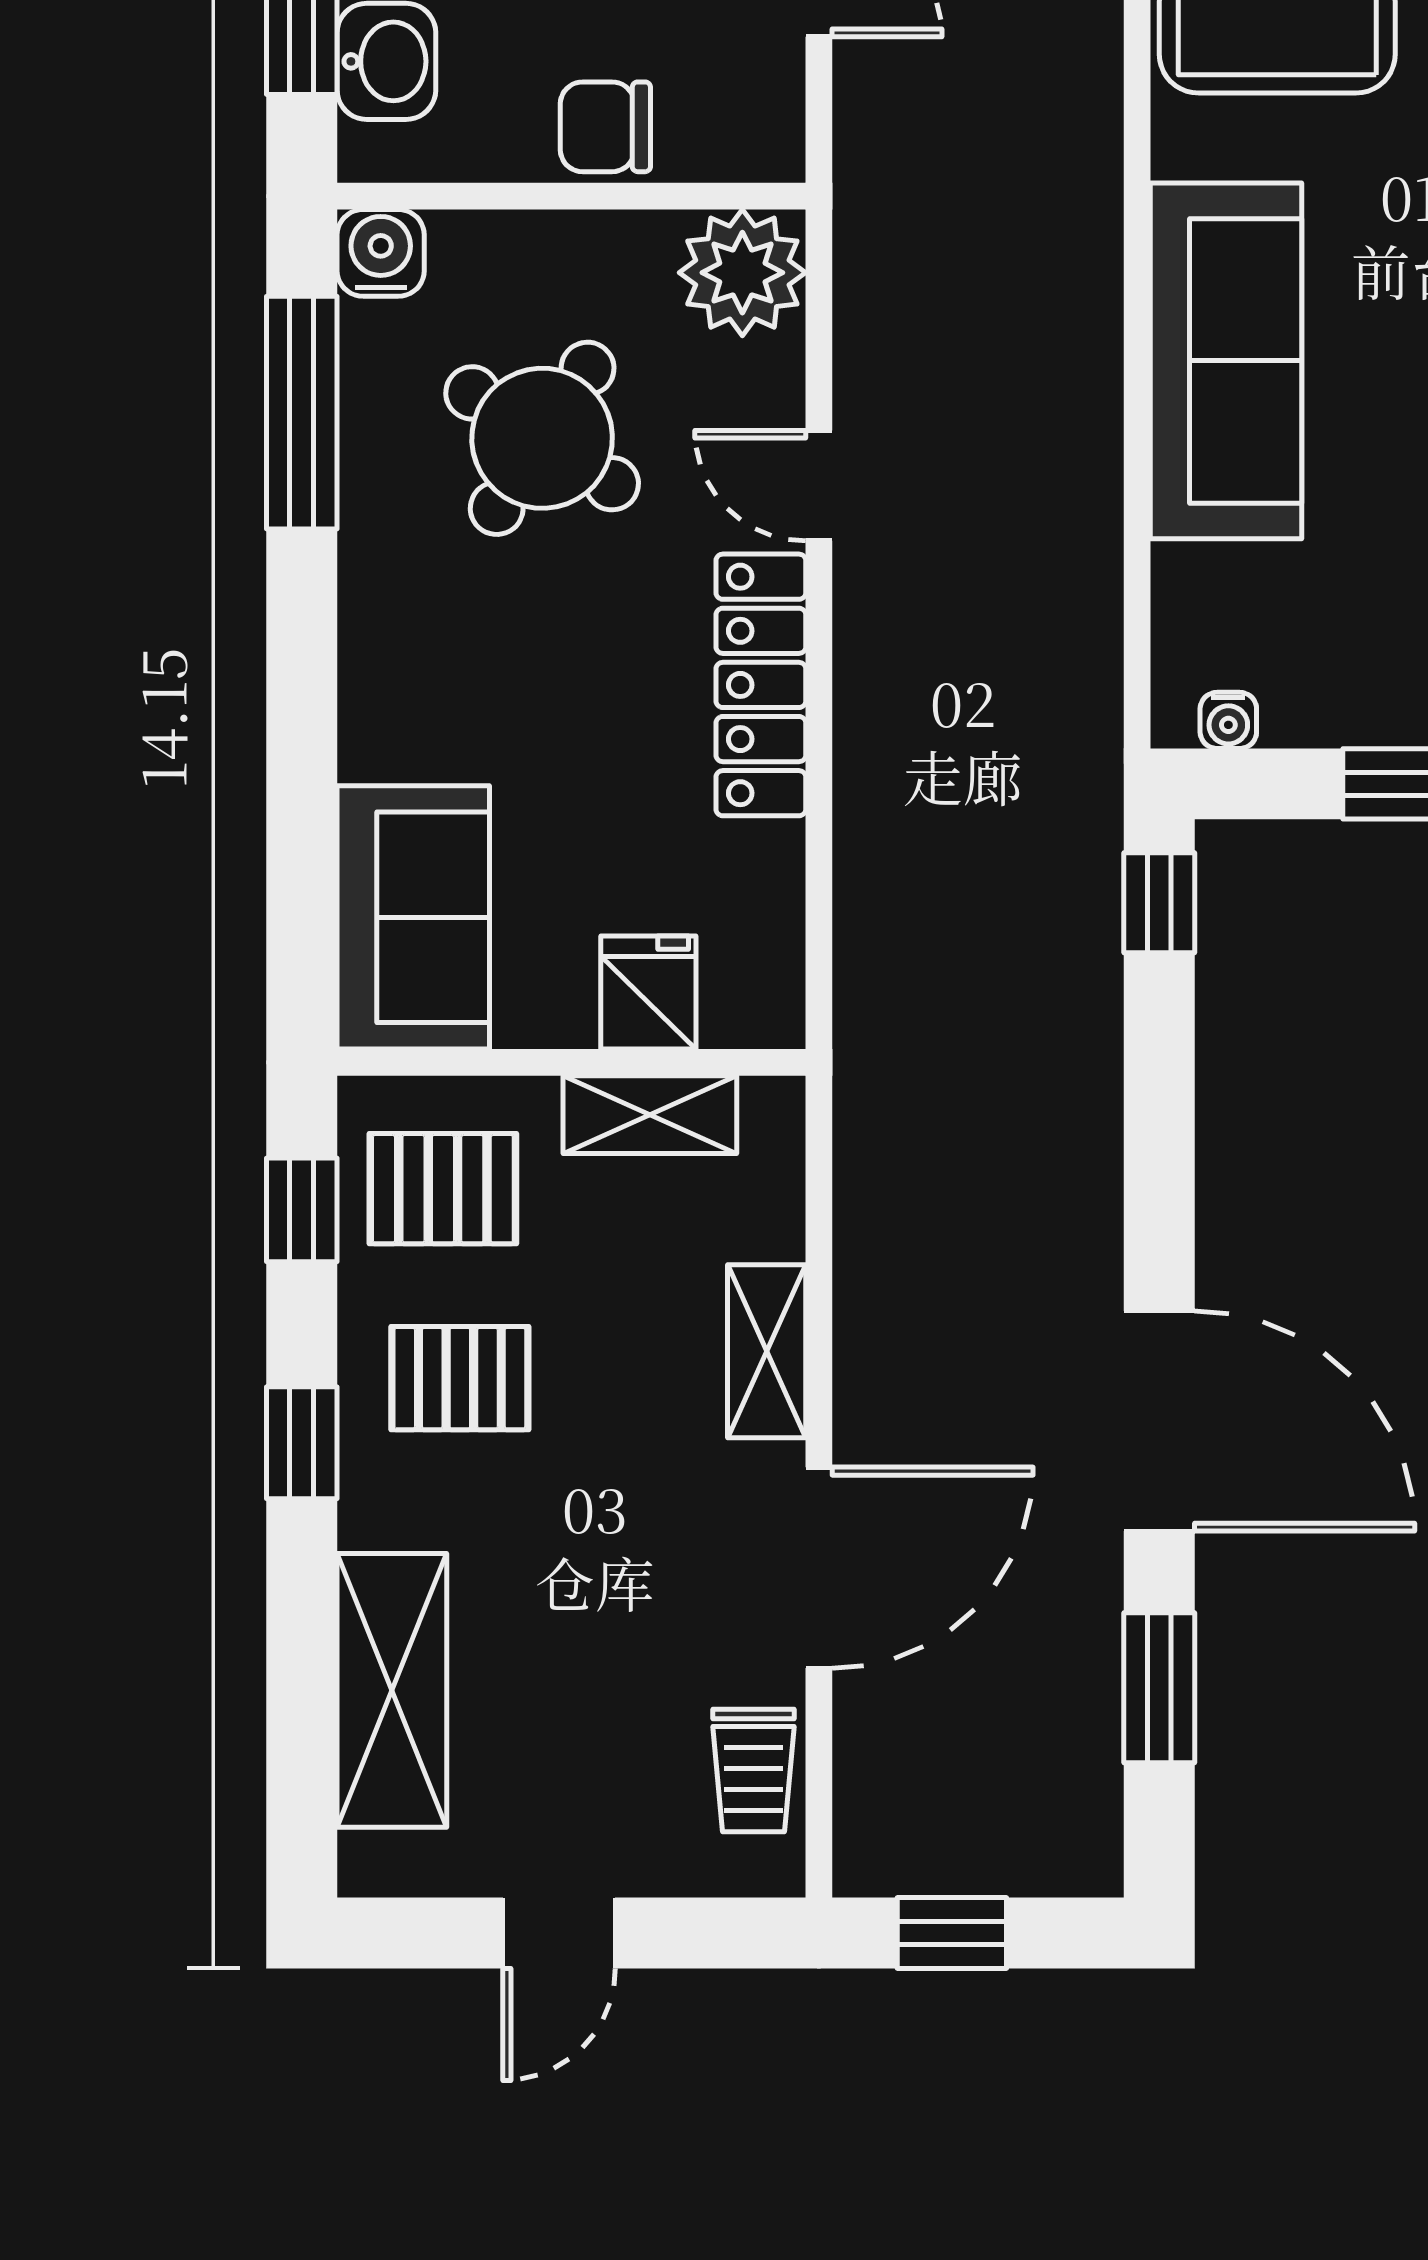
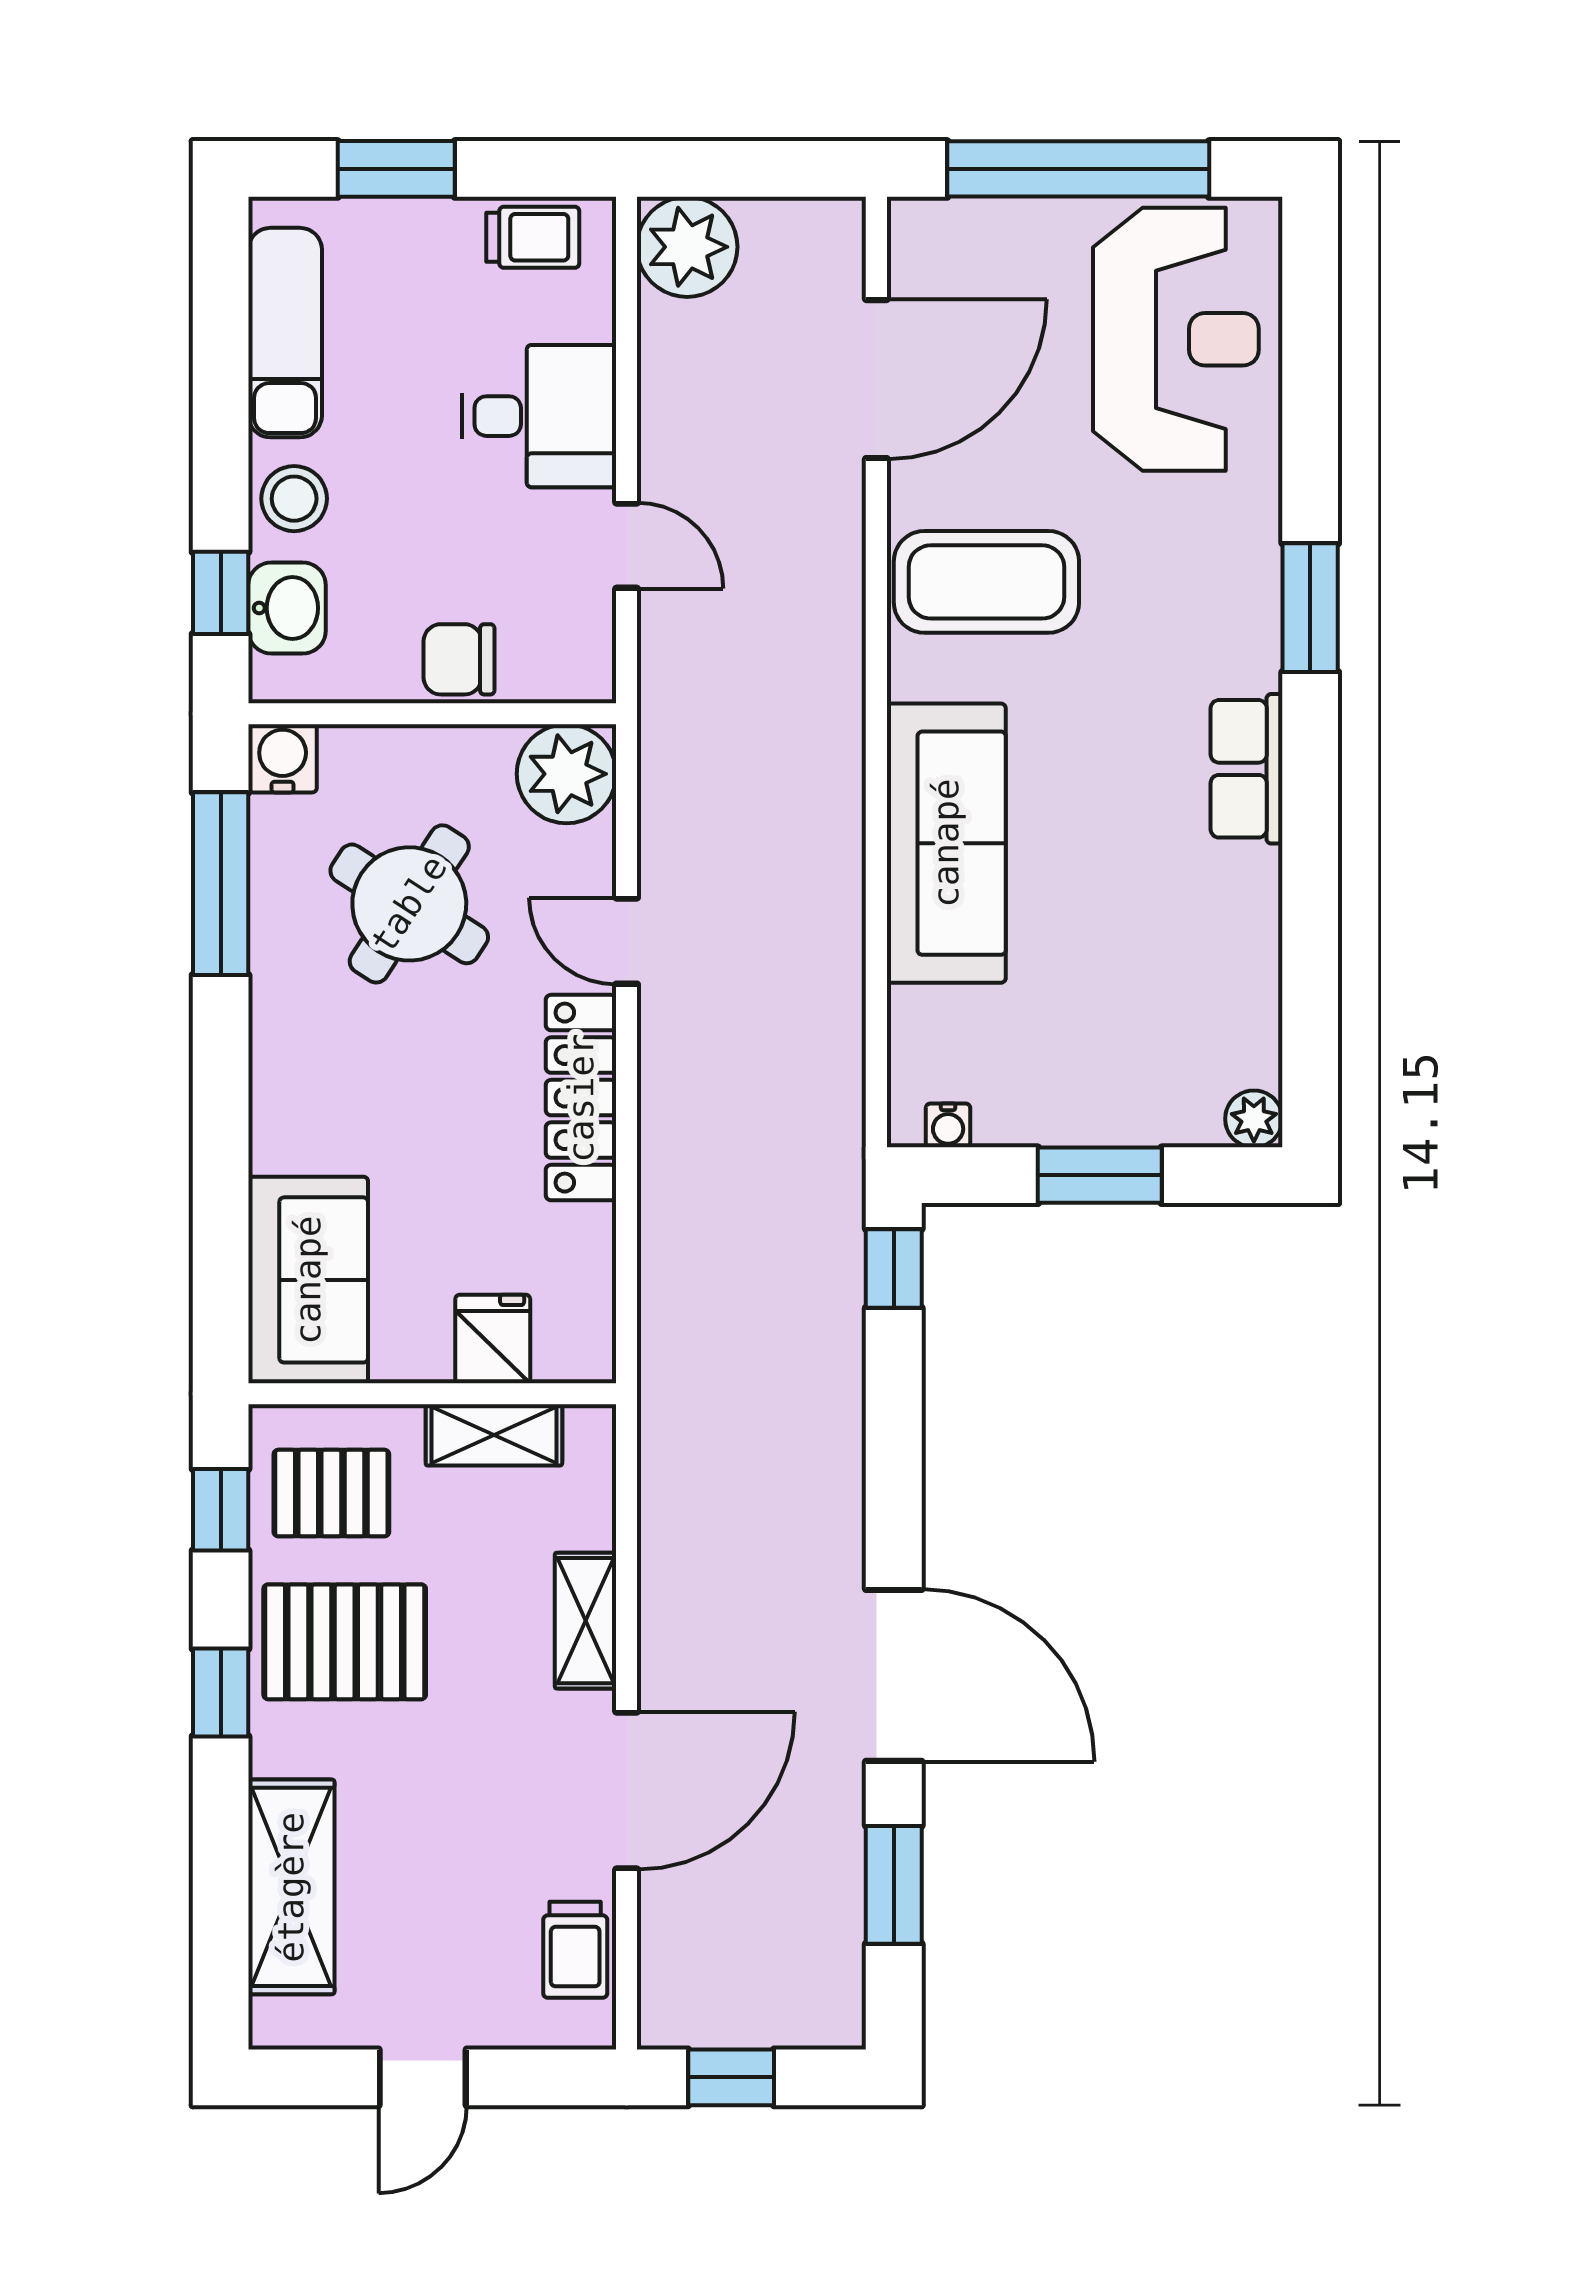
pallet: (460, 1378) -> (345, 1642), width x1.50, depth x1.42

